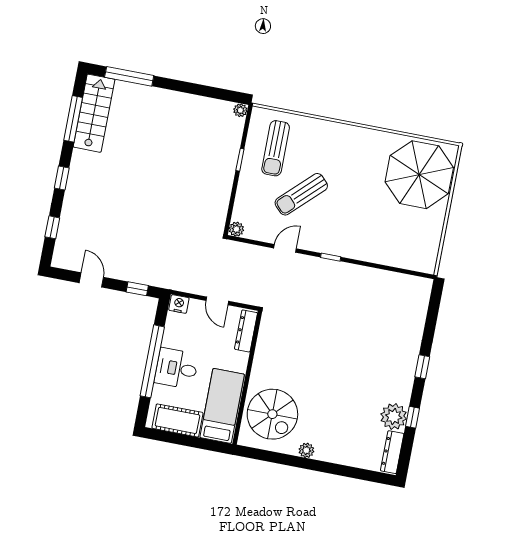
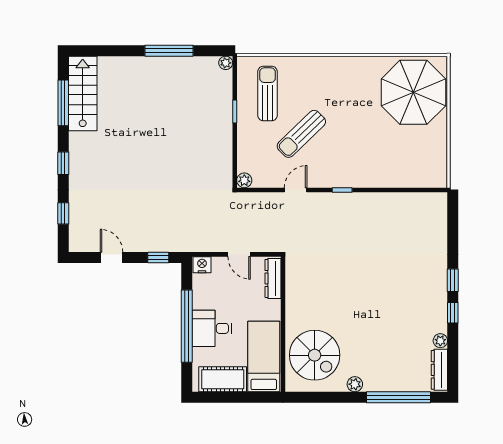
window: (129, 76) -> (169, 51), moved
sun lounger: (276, 148) -> (268, 93), turned 180
plant: (394, 417) -> (440, 341), width x0.53, depth x0.53
window: (412, 417) -> (453, 313), moved
window: (347, 471) -> (398, 397), added

